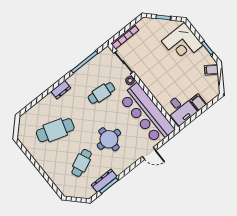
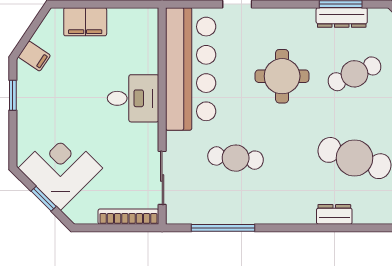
corner desk: (182, 43) -> (60, 168), moved, turned -45
plant: (130, 81) -> (175, 142), removed
dresser: (61, 90) -> (334, 214), moved
filing cabinet: (198, 102) -> (85, 22), width x2.00
desk: (181, 109) -> (133, 98), moved, turned 90

